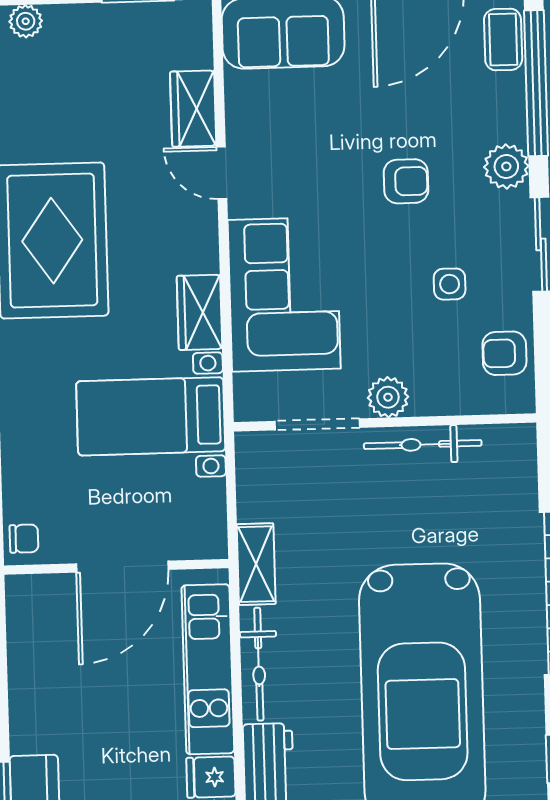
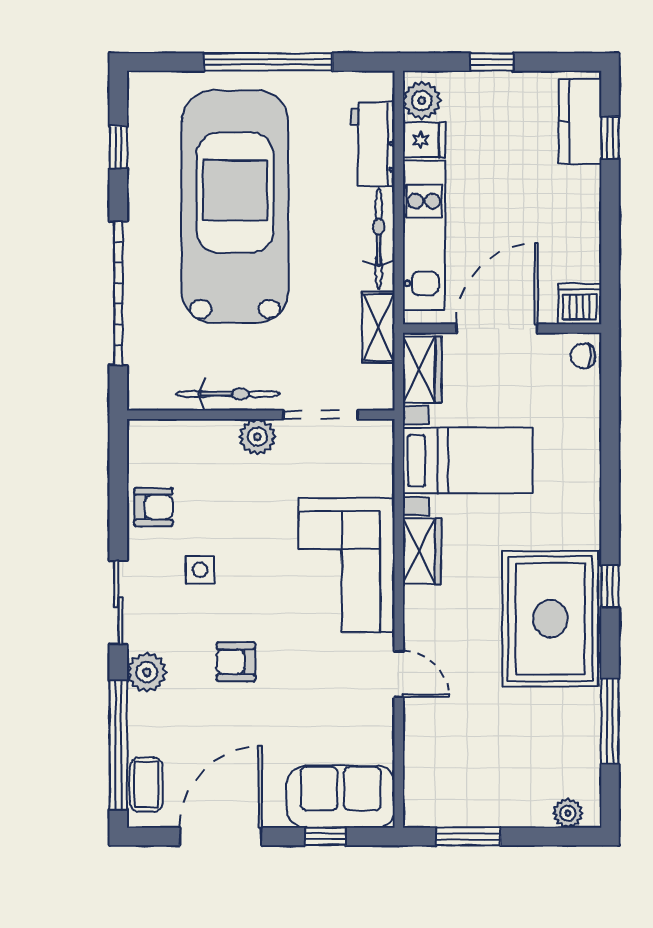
wardrobe: (193, 109) -> (422, 370), moved
plant: (388, 397) -> (257, 437), moved
wall: (385, 422) -> (261, 415), moved
doorway: (317, 424) -> (321, 415), moved
bicycle: (423, 445) -> (228, 394), moved
dishwasher: (29, 597) -> (580, 304), added

